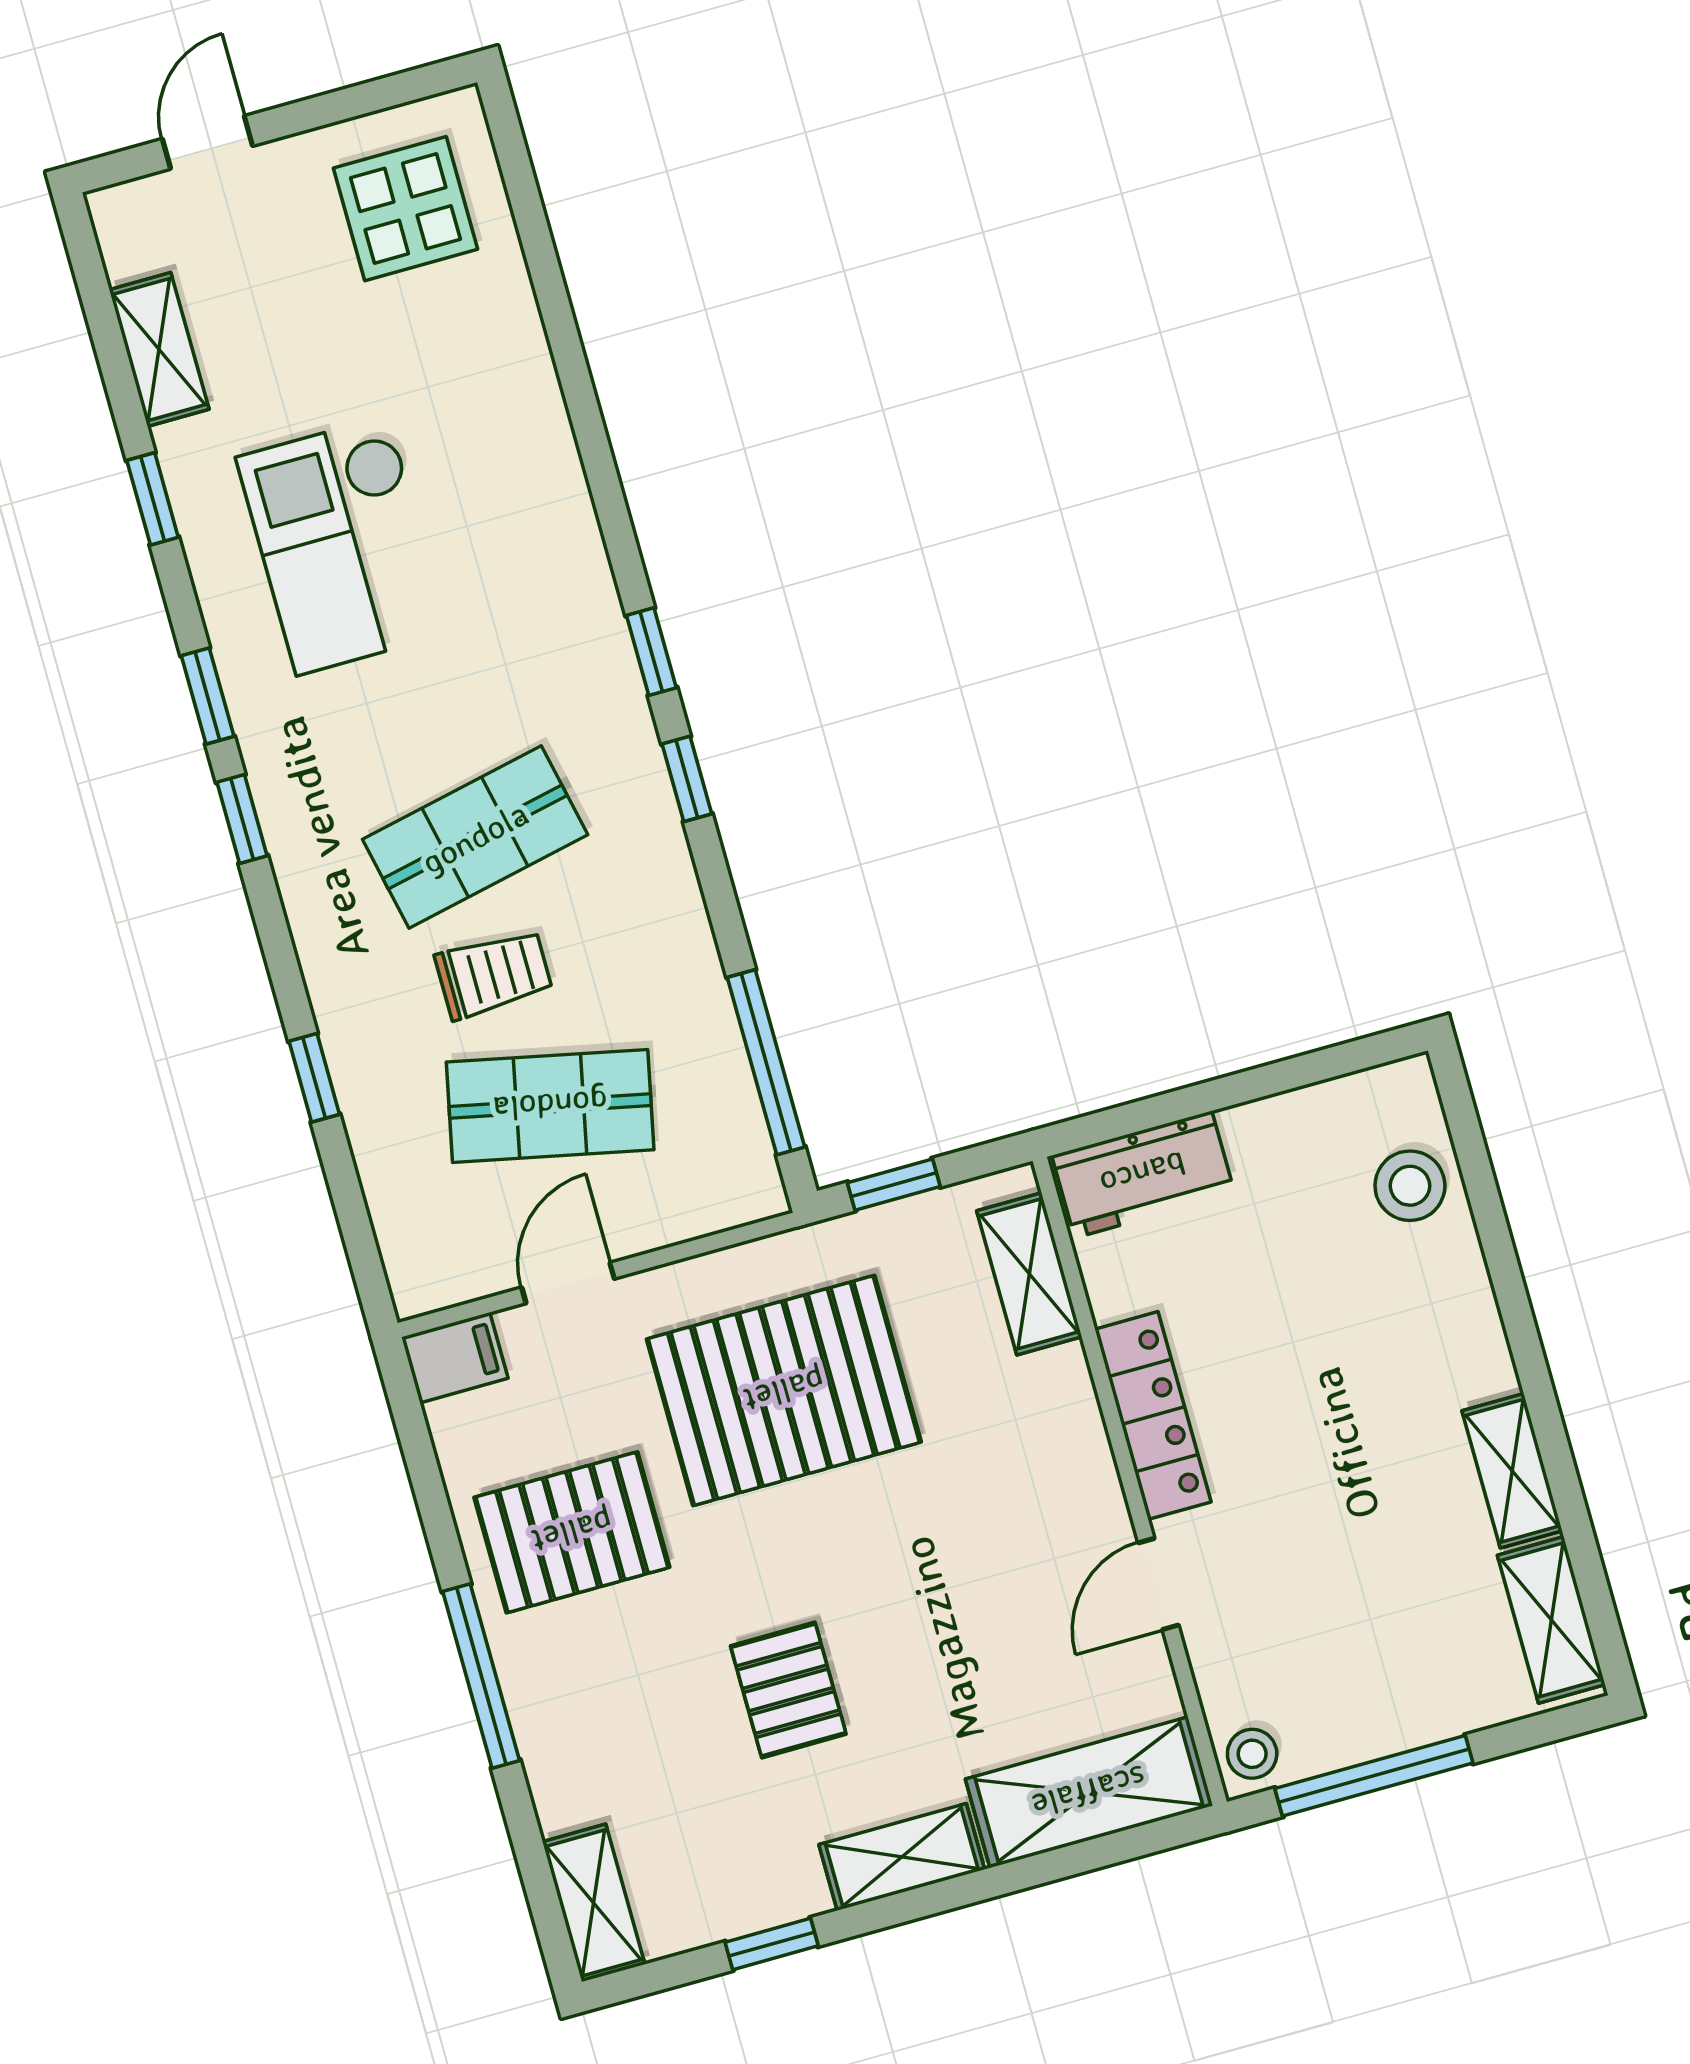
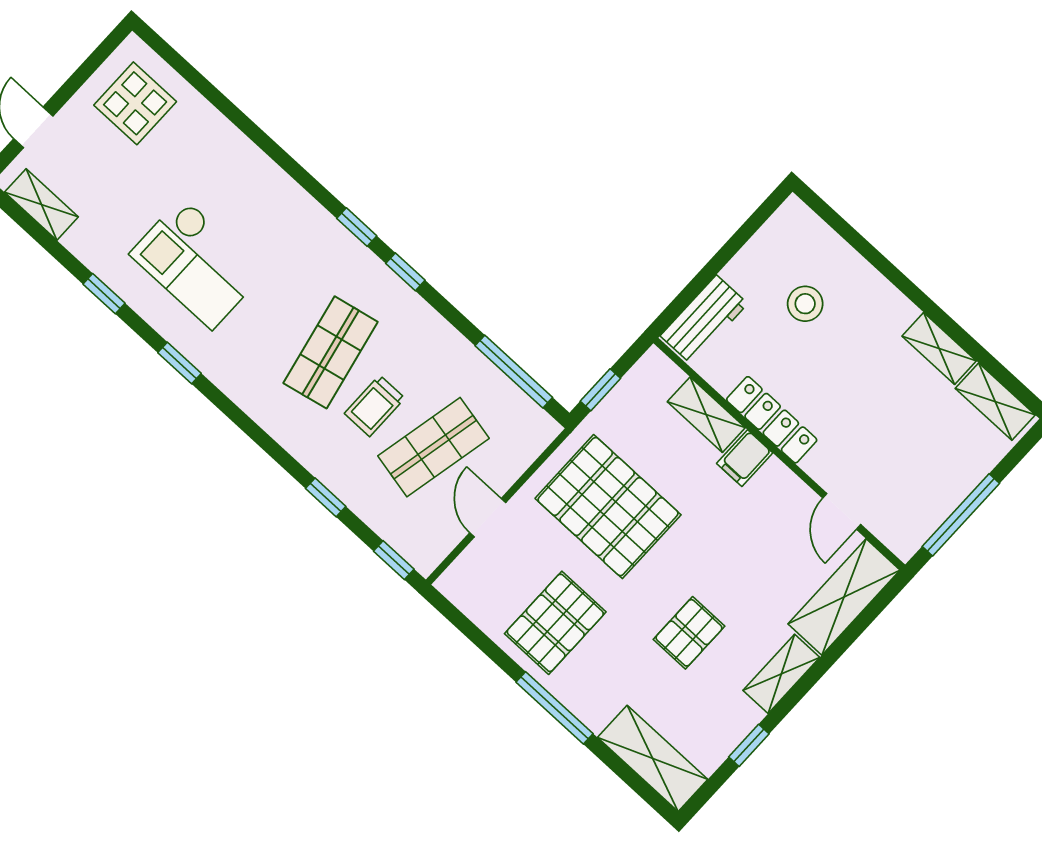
shelving: (159, 350) -> (41, 204), moved
window: (242, 819) -> (394, 560), moved
trolley: (494, 974) -> (375, 406), turned 180
stool: (1410, 1186) -> (805, 304), moved
shelving: (1029, 1274) -> (706, 415), moved
filing cabinet: (455, 1358) -> (745, 458), moved, turned 180
pallet: (784, 1391) -> (608, 507), turned 90
door: (1158, 1584) -> (842, 511), moved
pallet: (788, 1690) -> (689, 633), turned 90
stool: (1252, 1754) -> (903, 538), removed
shelving: (594, 1903) -> (653, 758), width x1.50, depth x1.33

